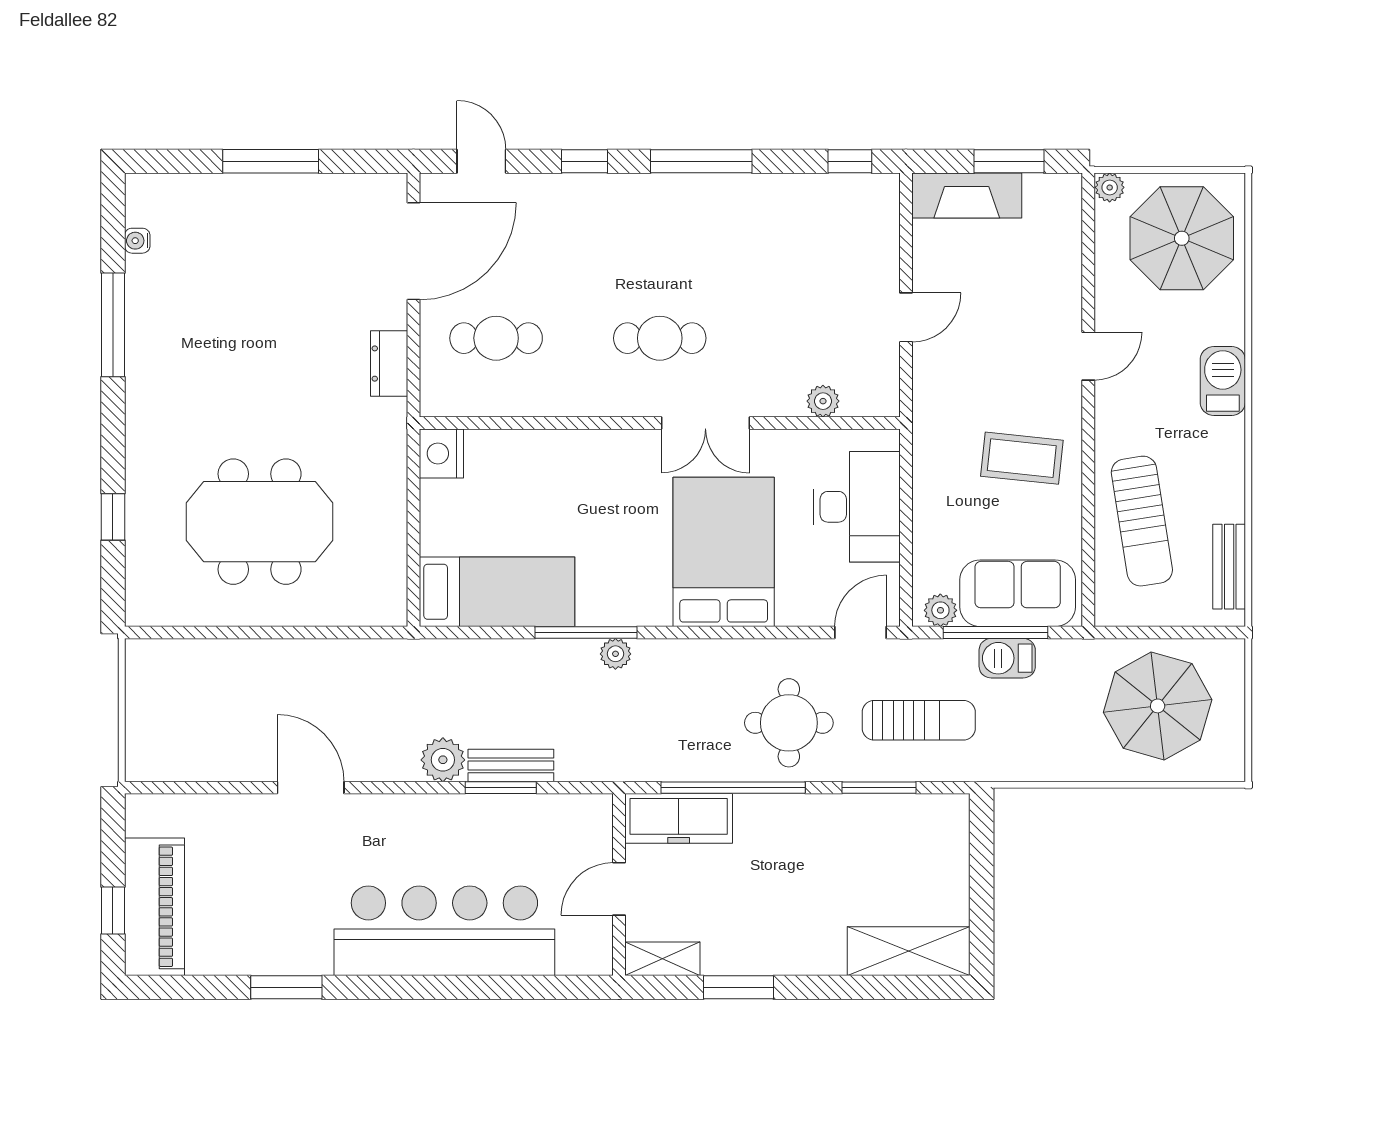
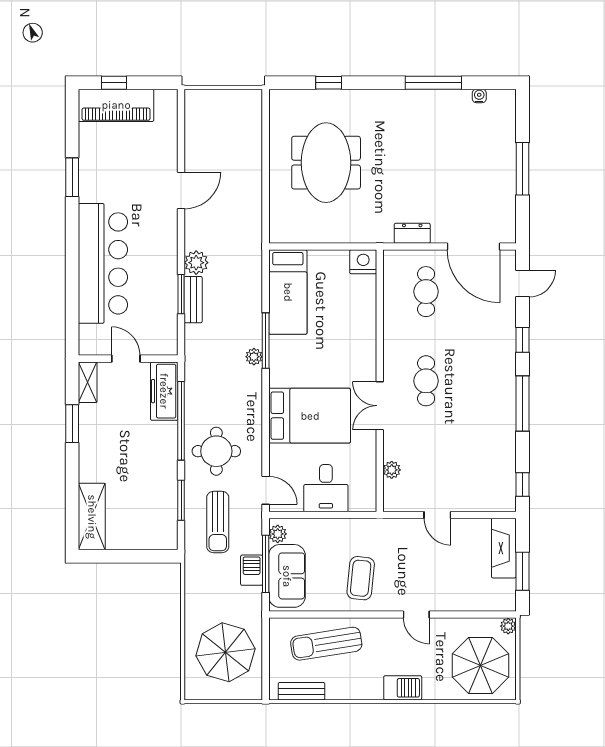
desk: (857, 507) -> (326, 488), width x0.73

